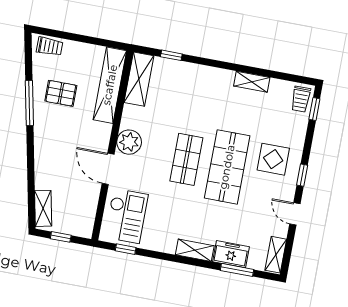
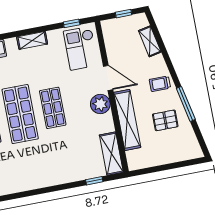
trolley: (50, 46) -> (160, 84), moved
shelving: (252, 82) -> (27, 185), removed
shelving: (110, 85) -> (127, 120), moved
shelving: (43, 208) -> (150, 41), moved
shelving: (195, 250) -> (32, 40), moved

